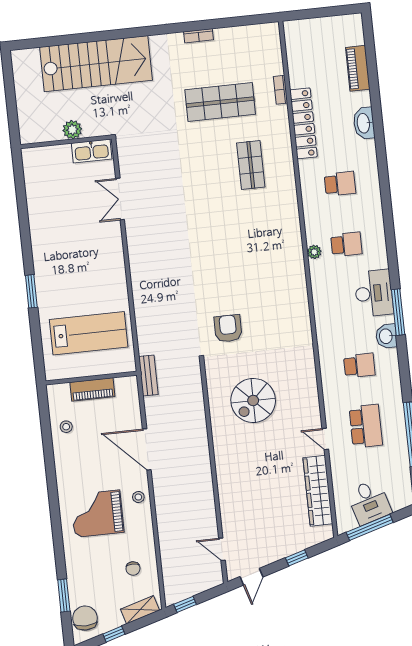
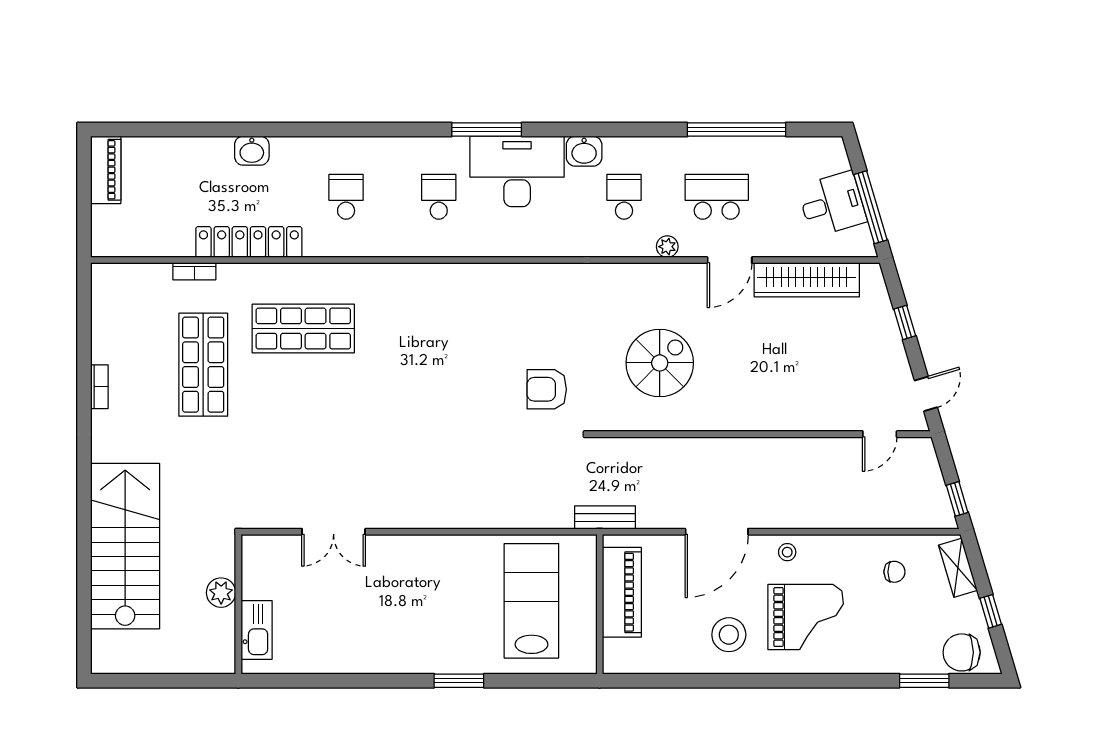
piano: (358, 68) -> (106, 170), moved, turned -90
washbasin: (364, 123) -> (252, 151), width x0.72
kitchen sink: (92, 151) -> (257, 630), moved
shop shelf: (251, 165) -> (303, 329), width x1.43, depth x1.36
plant: (314, 252) -> (667, 247), moved
desk: (374, 293) -> (517, 171), width x1.36, depth x1.30
window: (398, 312) -> (487, 129), moved
piano: (92, 389) -> (622, 592), width x1.37, depth x1.33
spiral stairs: (253, 400) -> (660, 363), turned -90
stool: (66, 427) -> (729, 635), moved, width x1.89, depth x1.89
door: (325, 439) -> (730, 260), width x1.38
grand piano: (97, 514) -> (806, 617), turned -90
door: (251, 577) -> (926, 394), hinge flipped

